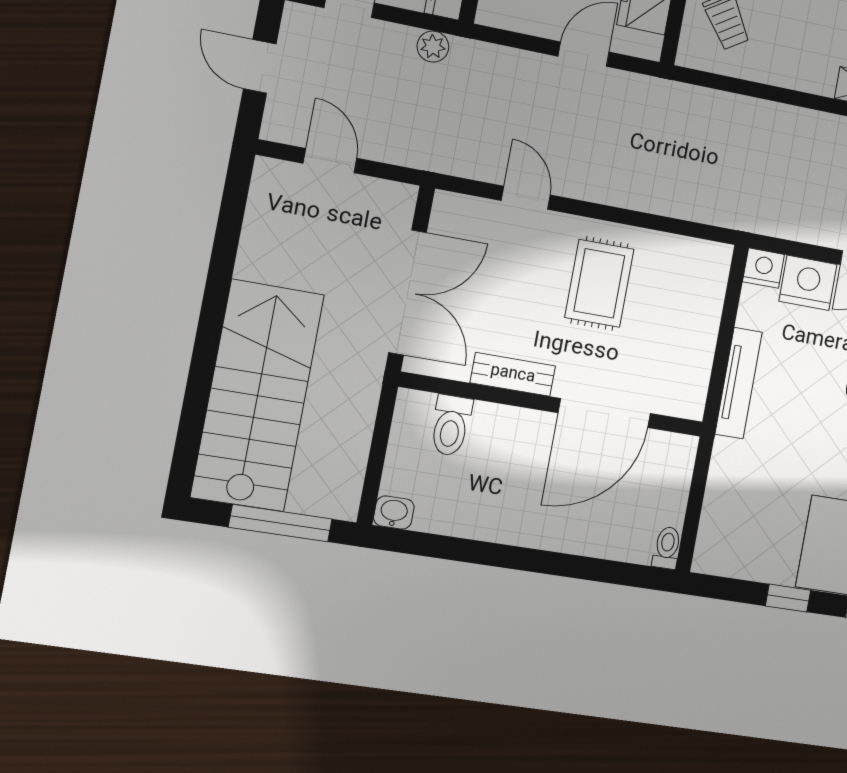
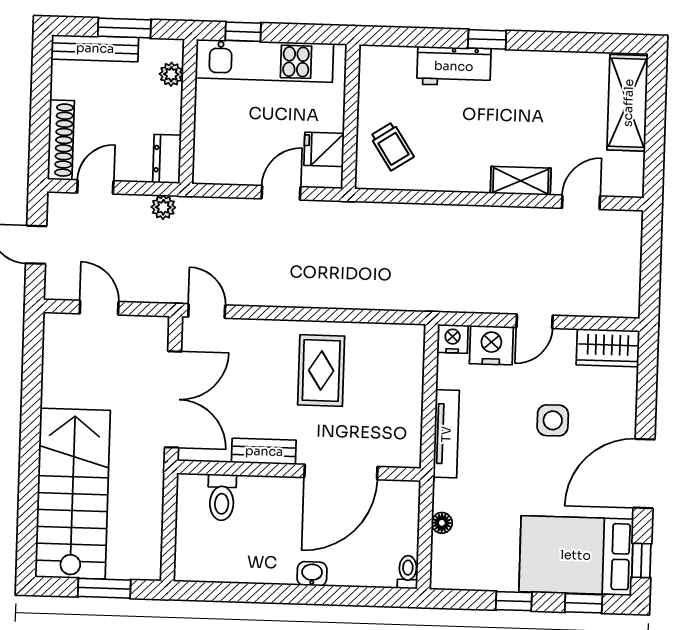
door: (526, 198) -> (207, 311), moved
floor lamp: (717, 492) -> (442, 523), added
washbasin: (394, 512) -> (312, 574), moved
window: (280, 523) -> (104, 588), width x0.69

